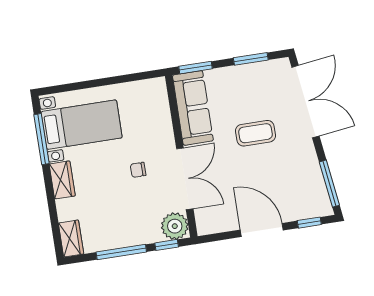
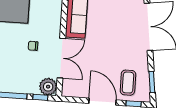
coffee table: (256, 133) -> (128, 83), moved, turned 90
window: (329, 184) -> (152, 82), width x0.69

